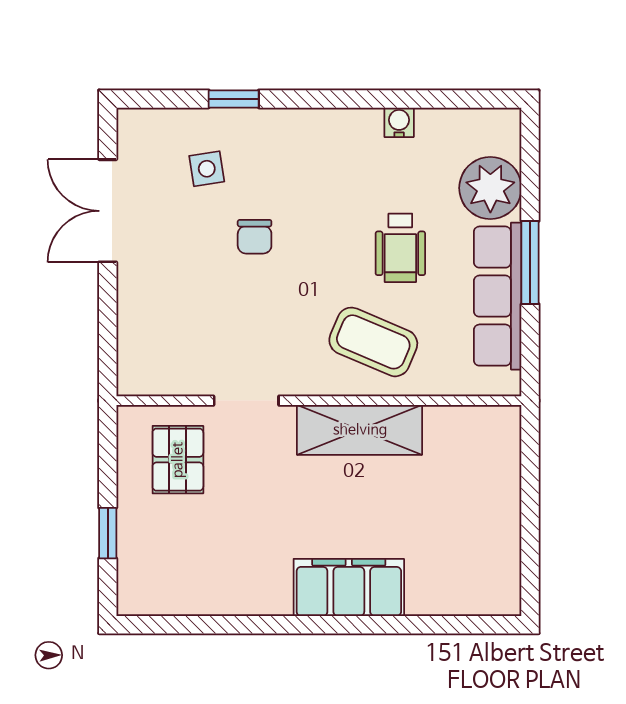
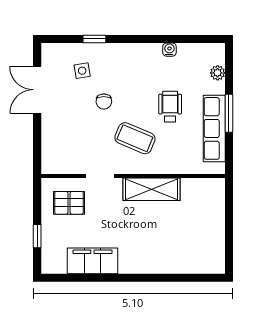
plant: (490, 188) -> (218, 73), width x0.53, depth x0.53
wheelchair: (400, 248) -> (170, 107), turned 180
coffee table: (373, 342) -> (135, 138), moved
pallet: (178, 460) -> (69, 203), turned 90
filing cabinet: (349, 587) -> (92, 261), moved

